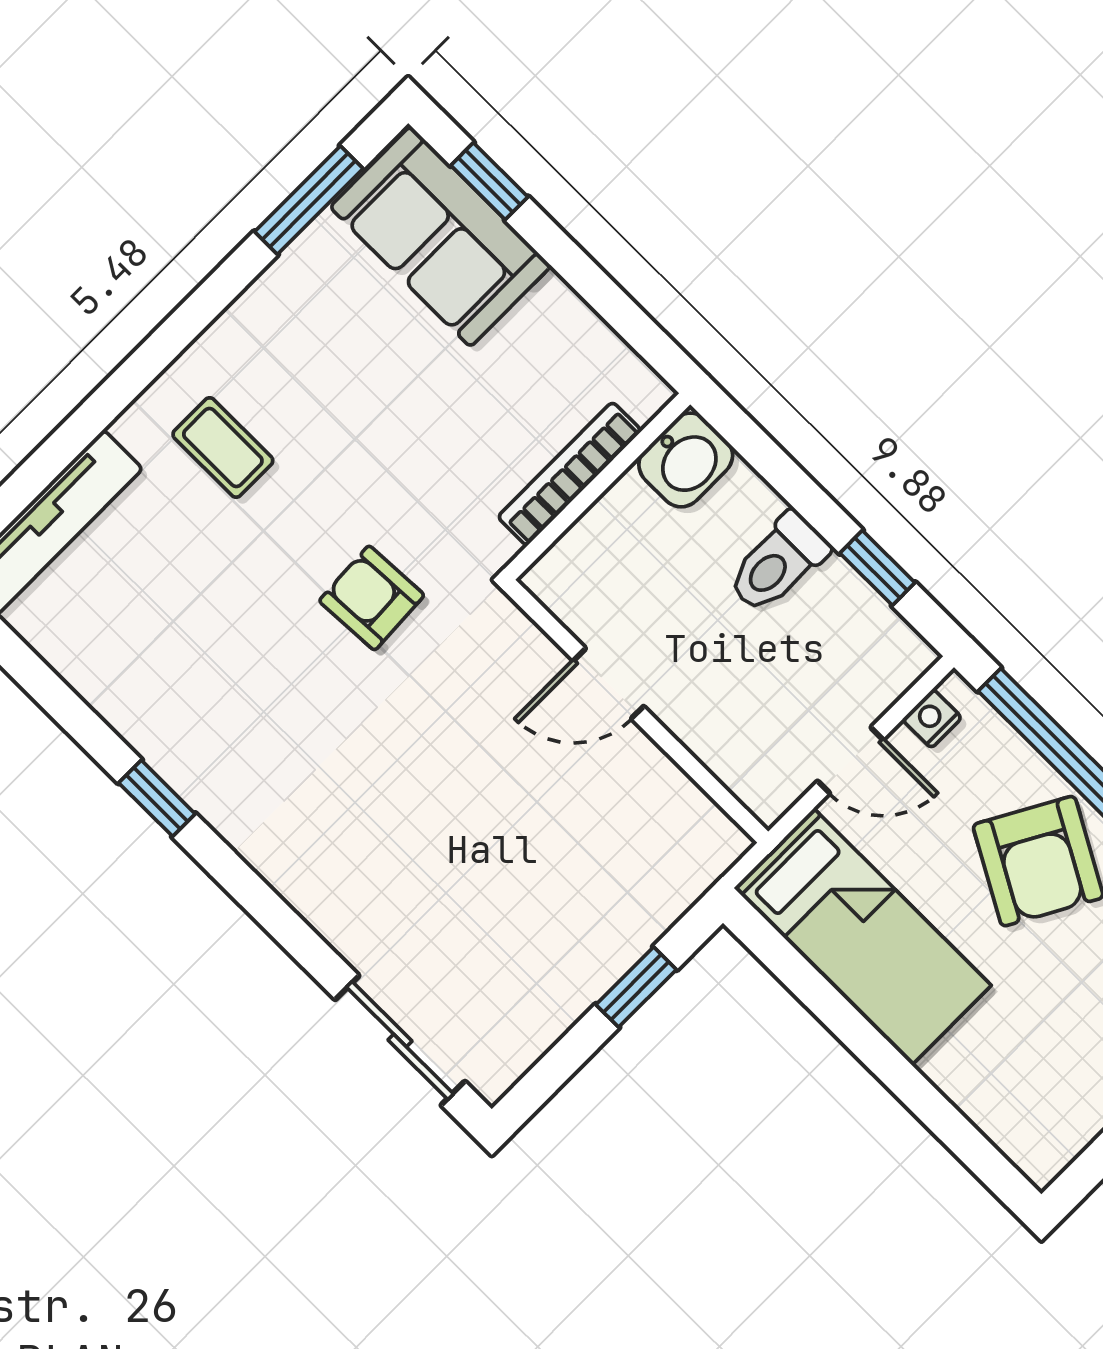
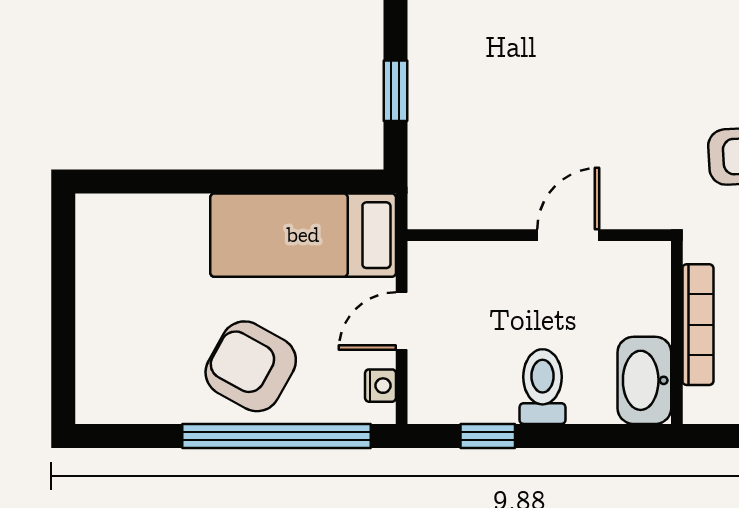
washbasin: (686, 460) -> (644, 380), width x1.38

